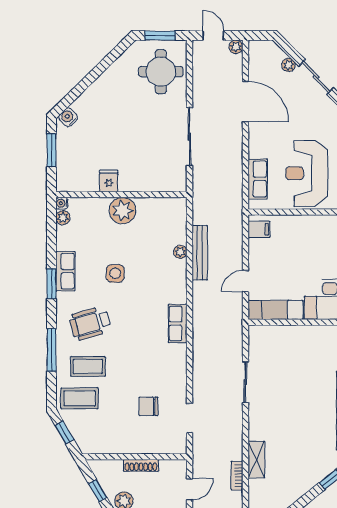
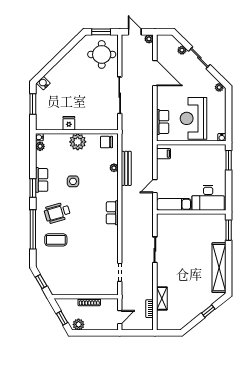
window: (51, 350) -> (33, 229), width x1.46
coffee table: (80, 398) -> (51, 260), removed
chair: (148, 406) -> (106, 142), moved

